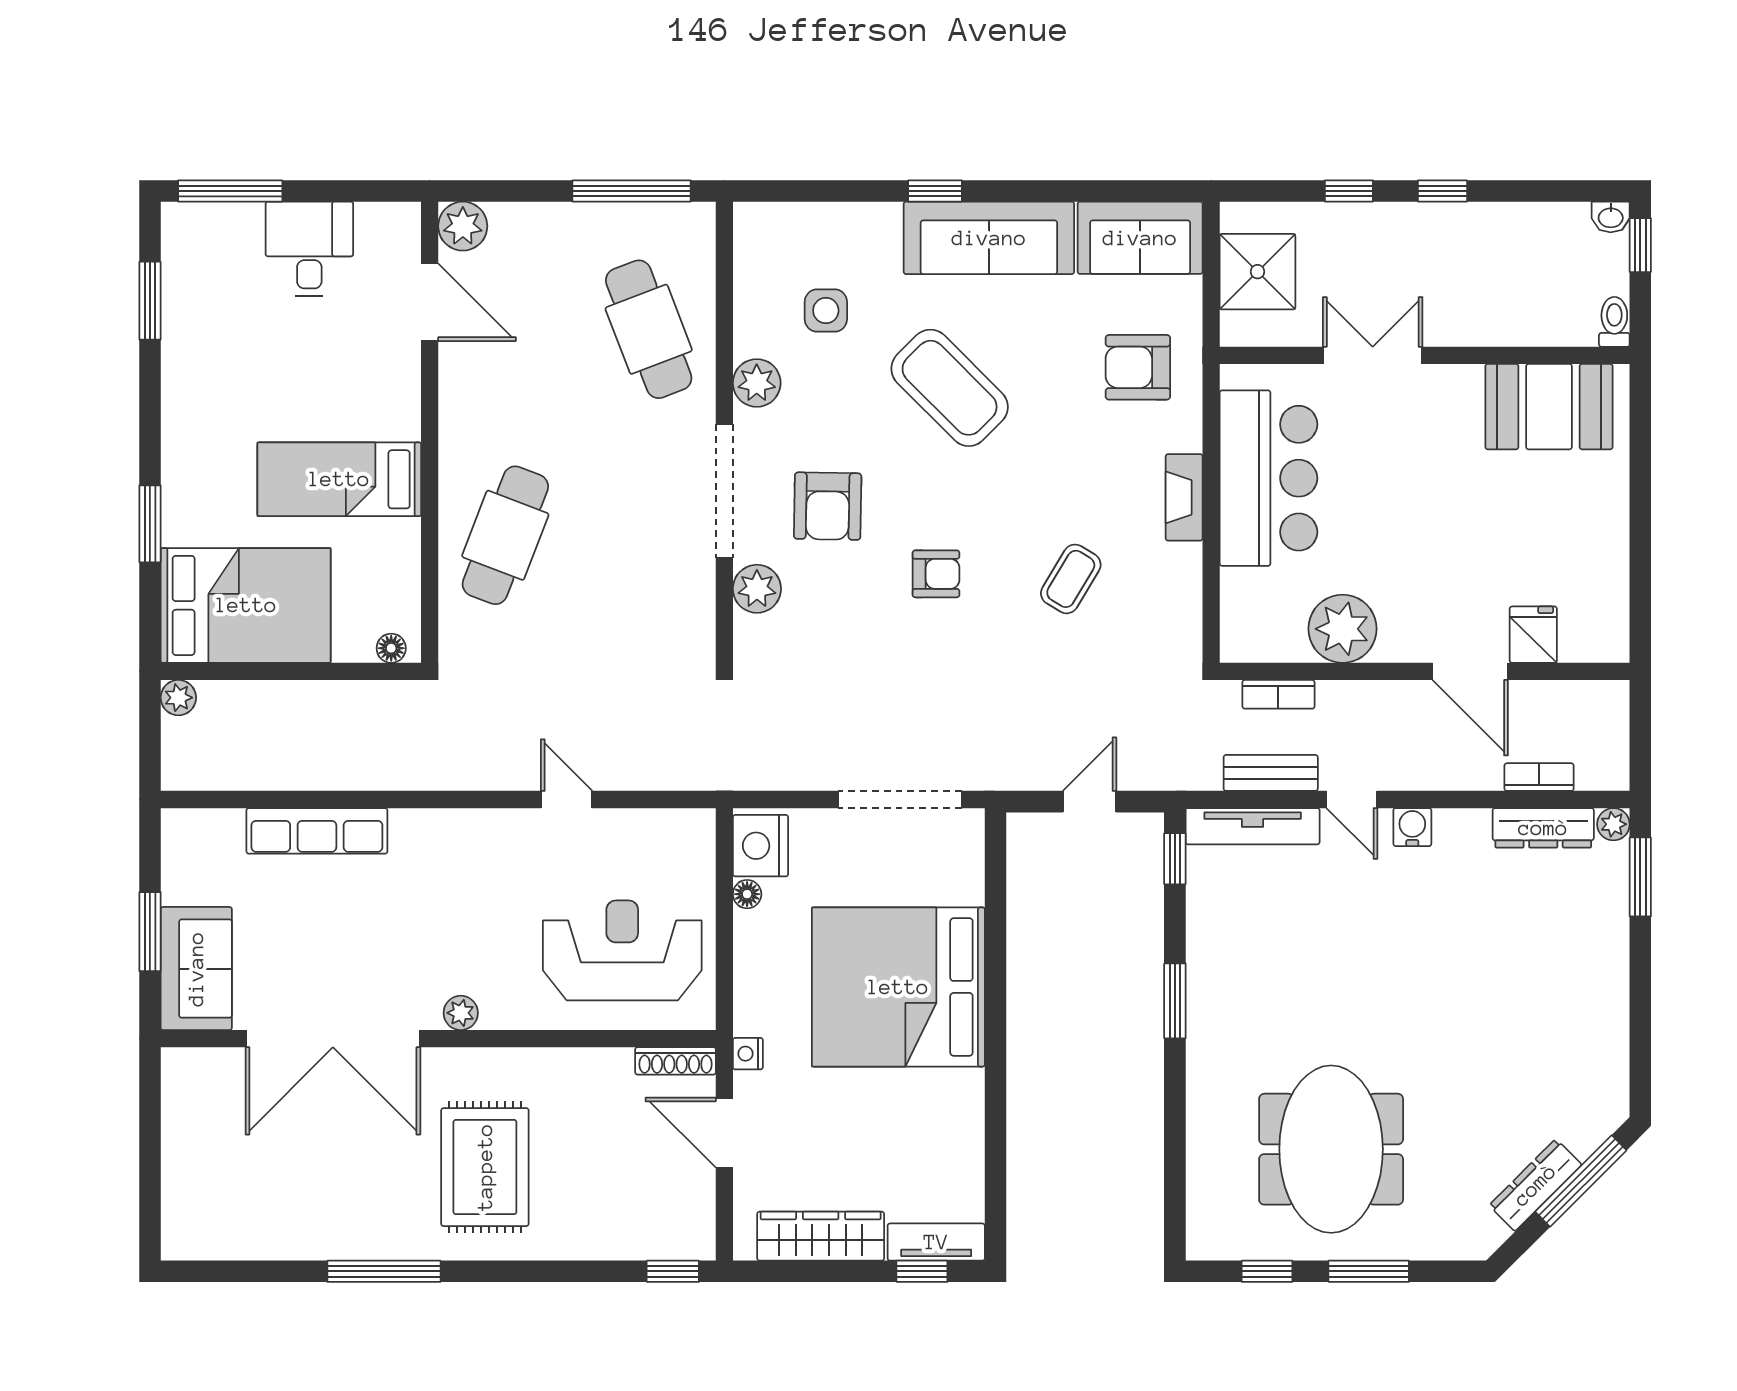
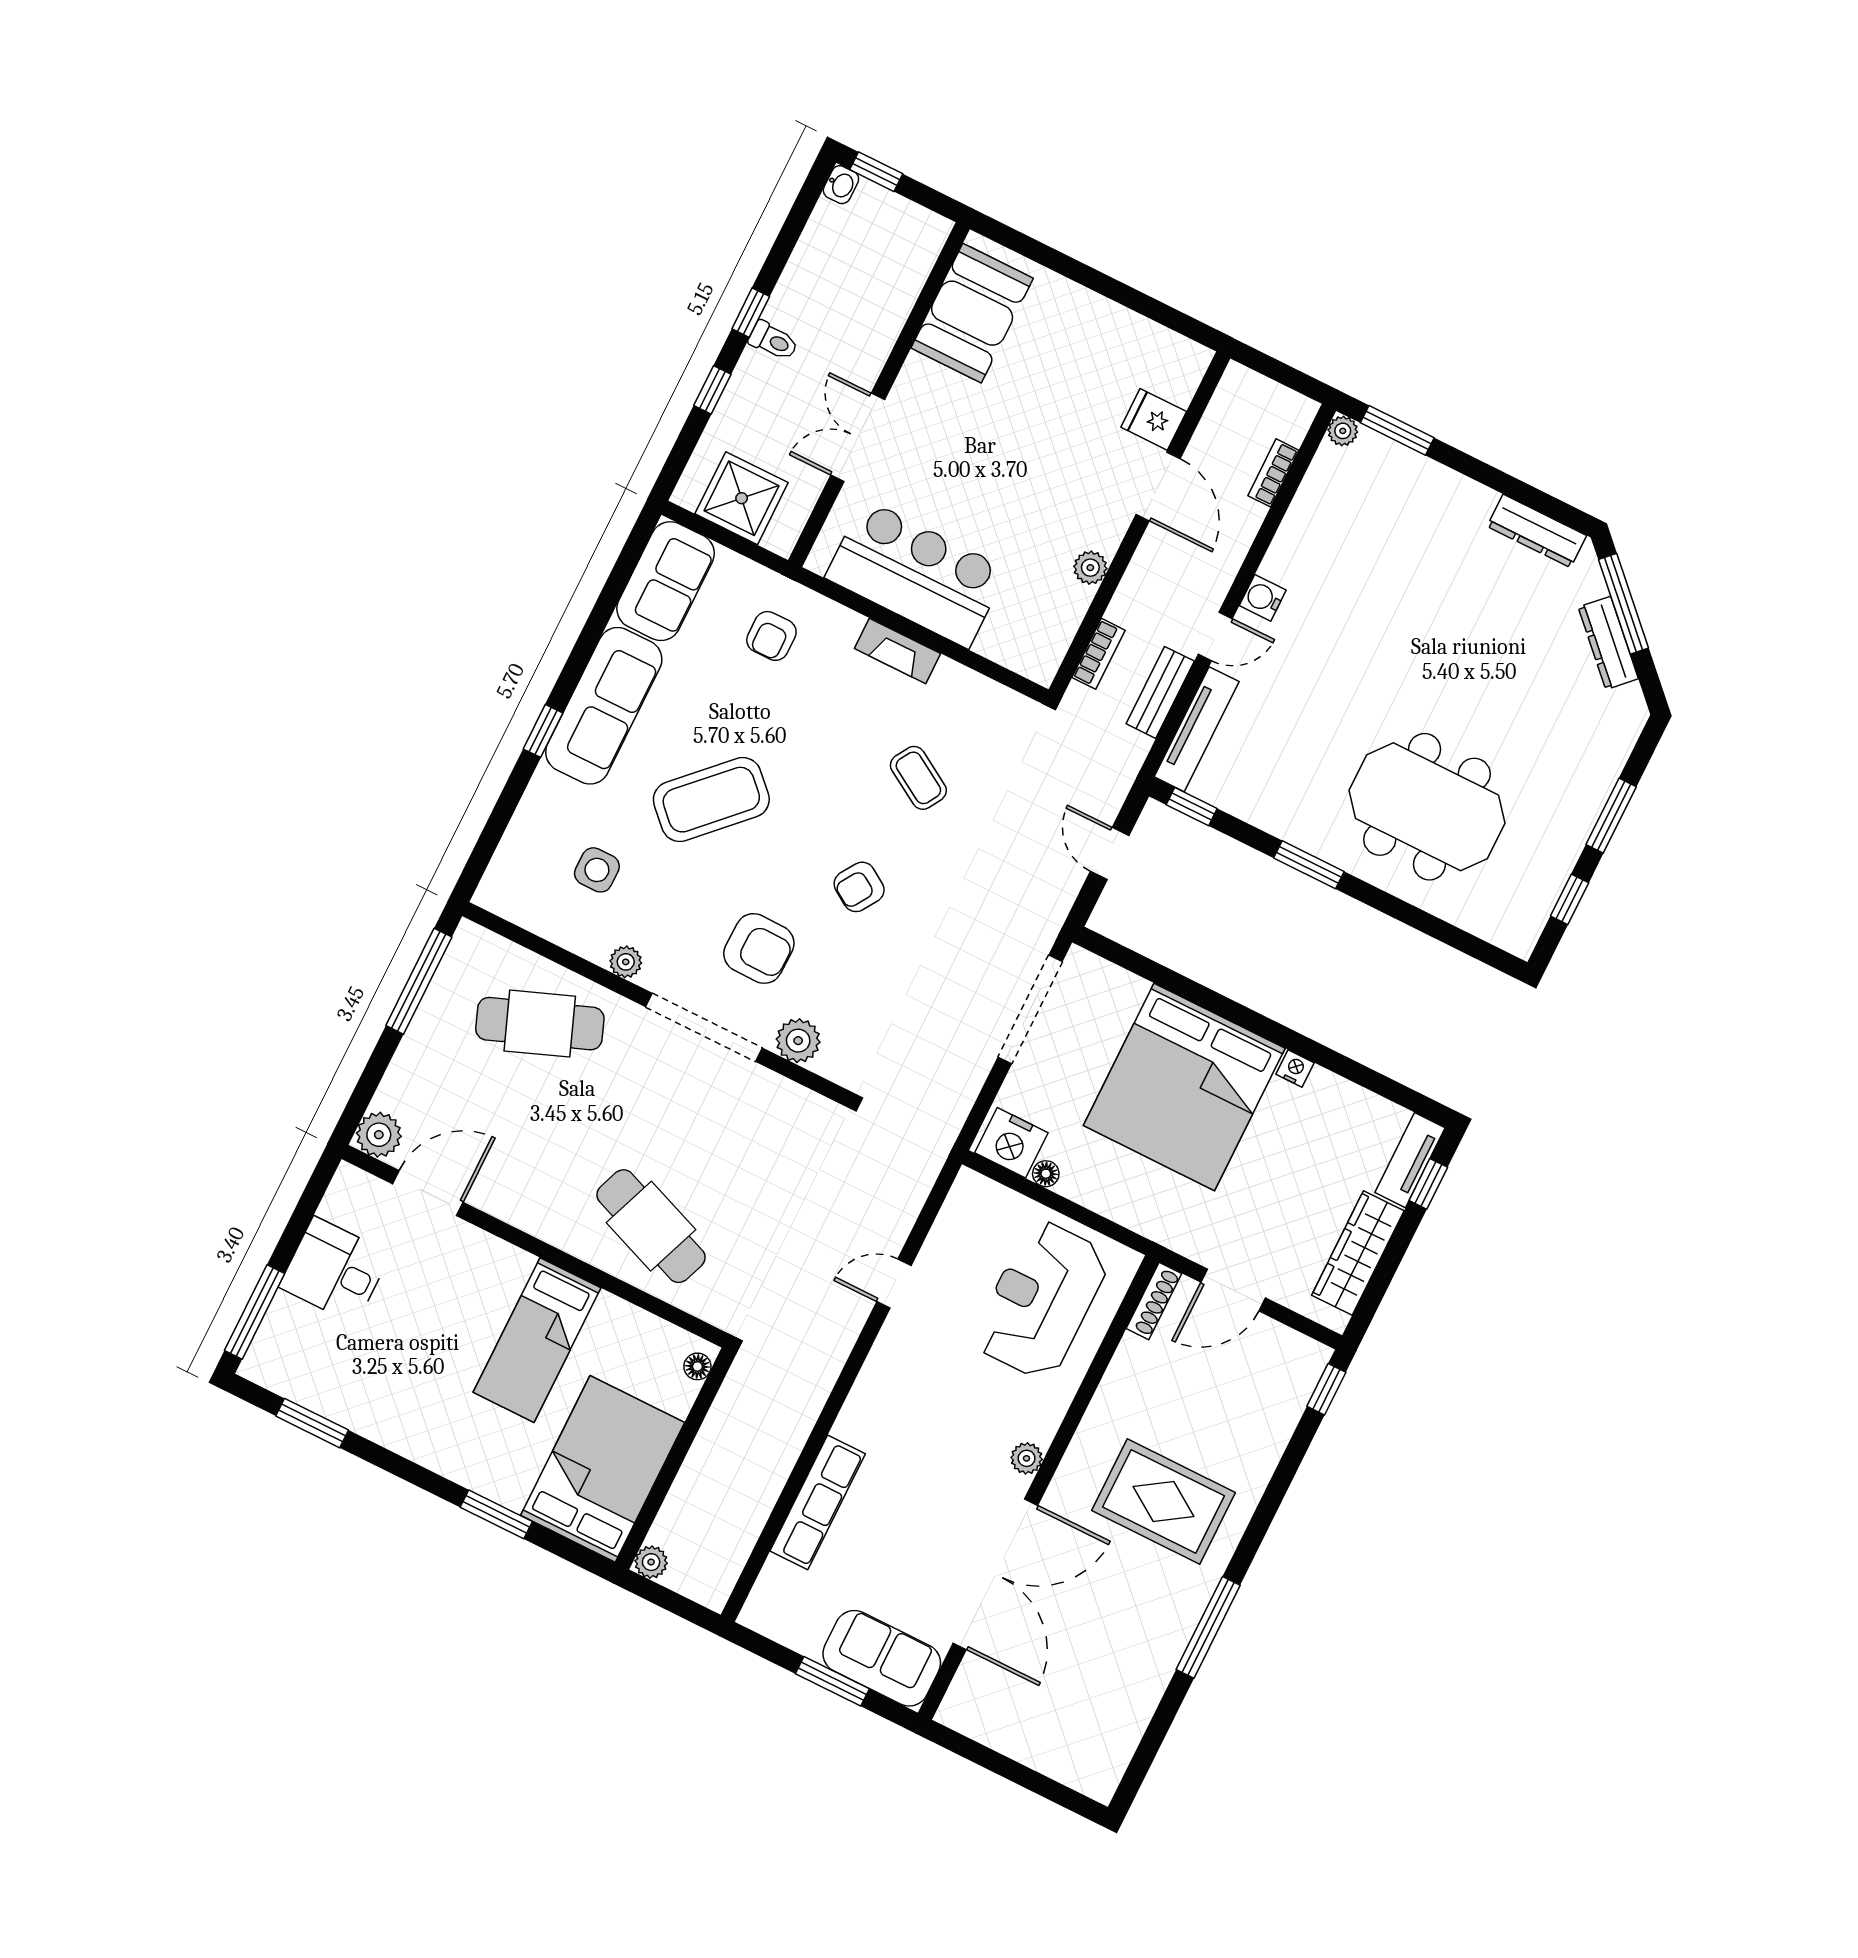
toilet: (1614, 322) -> (773, 341), moved, turned 180
armchair: (1138, 367) -> (771, 636), width x0.72, depth x0.72
plant: (757, 383) -> (626, 962), width x0.73, depth x0.73
armchair: (936, 574) -> (859, 887), turned -147
plant: (1343, 629) -> (1090, 568), width x0.53, depth x0.53
door: (1470, 671) -> (1158, 486), hinge flipped
dresser: (1543, 828) -> (1537, 531), moved, turned 90
nightstand: (748, 1054) -> (1295, 1068), moved, turned 180
meeting table: (1331, 1149) -> (1427, 807), moved

